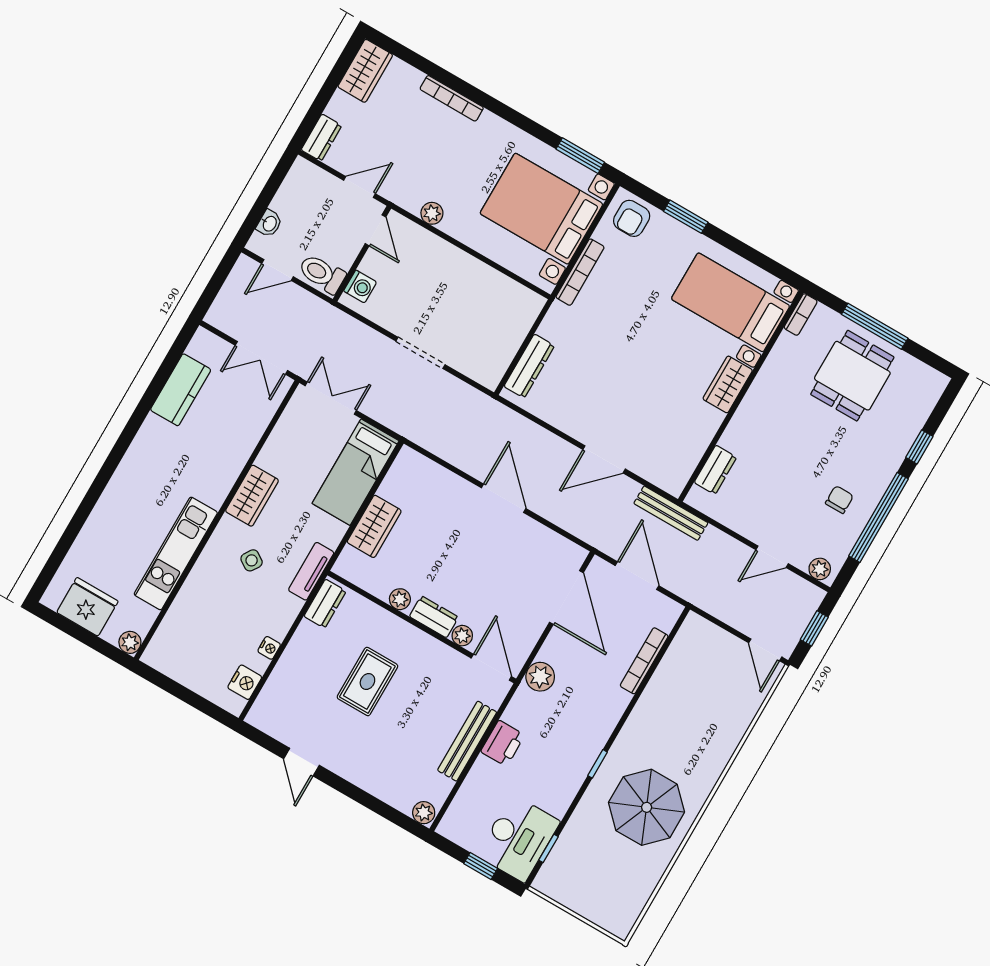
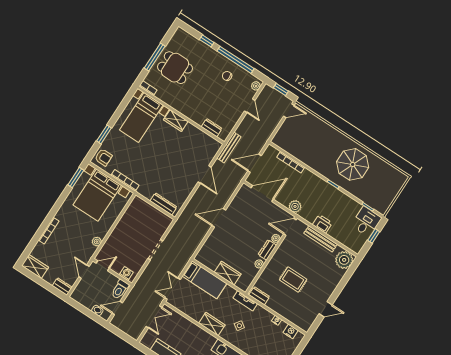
door: (278, 270) -> (117, 308), swing flipped
plant: (424, 813) -> (344, 260), width x1.88, depth x1.88
desk: (518, 838) -> (366, 222), width x0.73

